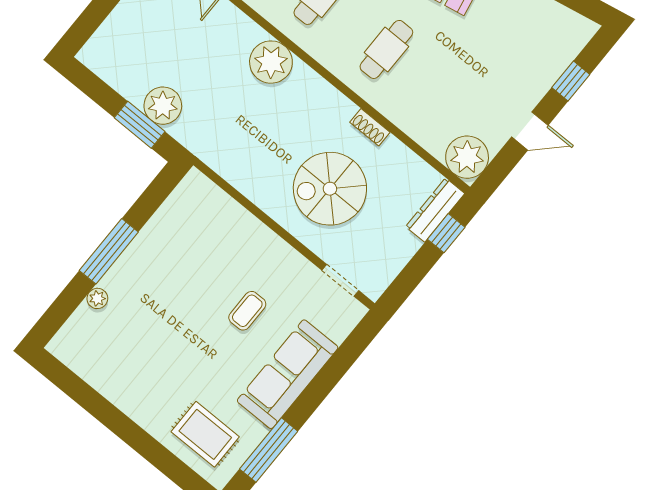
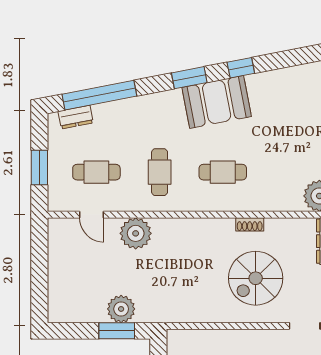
cafe table: (386, 49) -> (223, 172), turned 90
plant: (271, 62) -> (136, 233), moved

